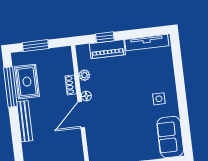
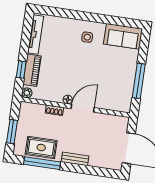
plant: (84, 75) -> (27, 93), moved
door: (81, 115) -> (83, 108), swing flipped
bench: (25, 121) -> (75, 159), width x0.73

